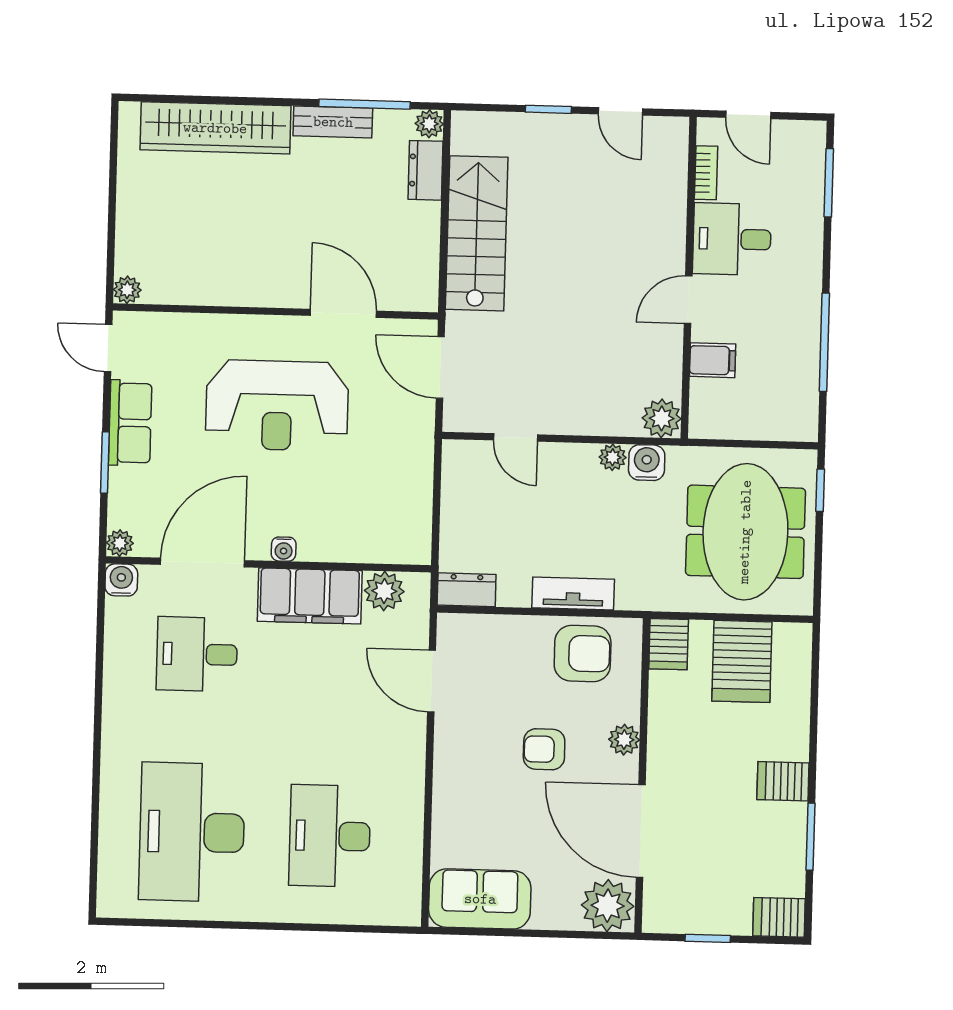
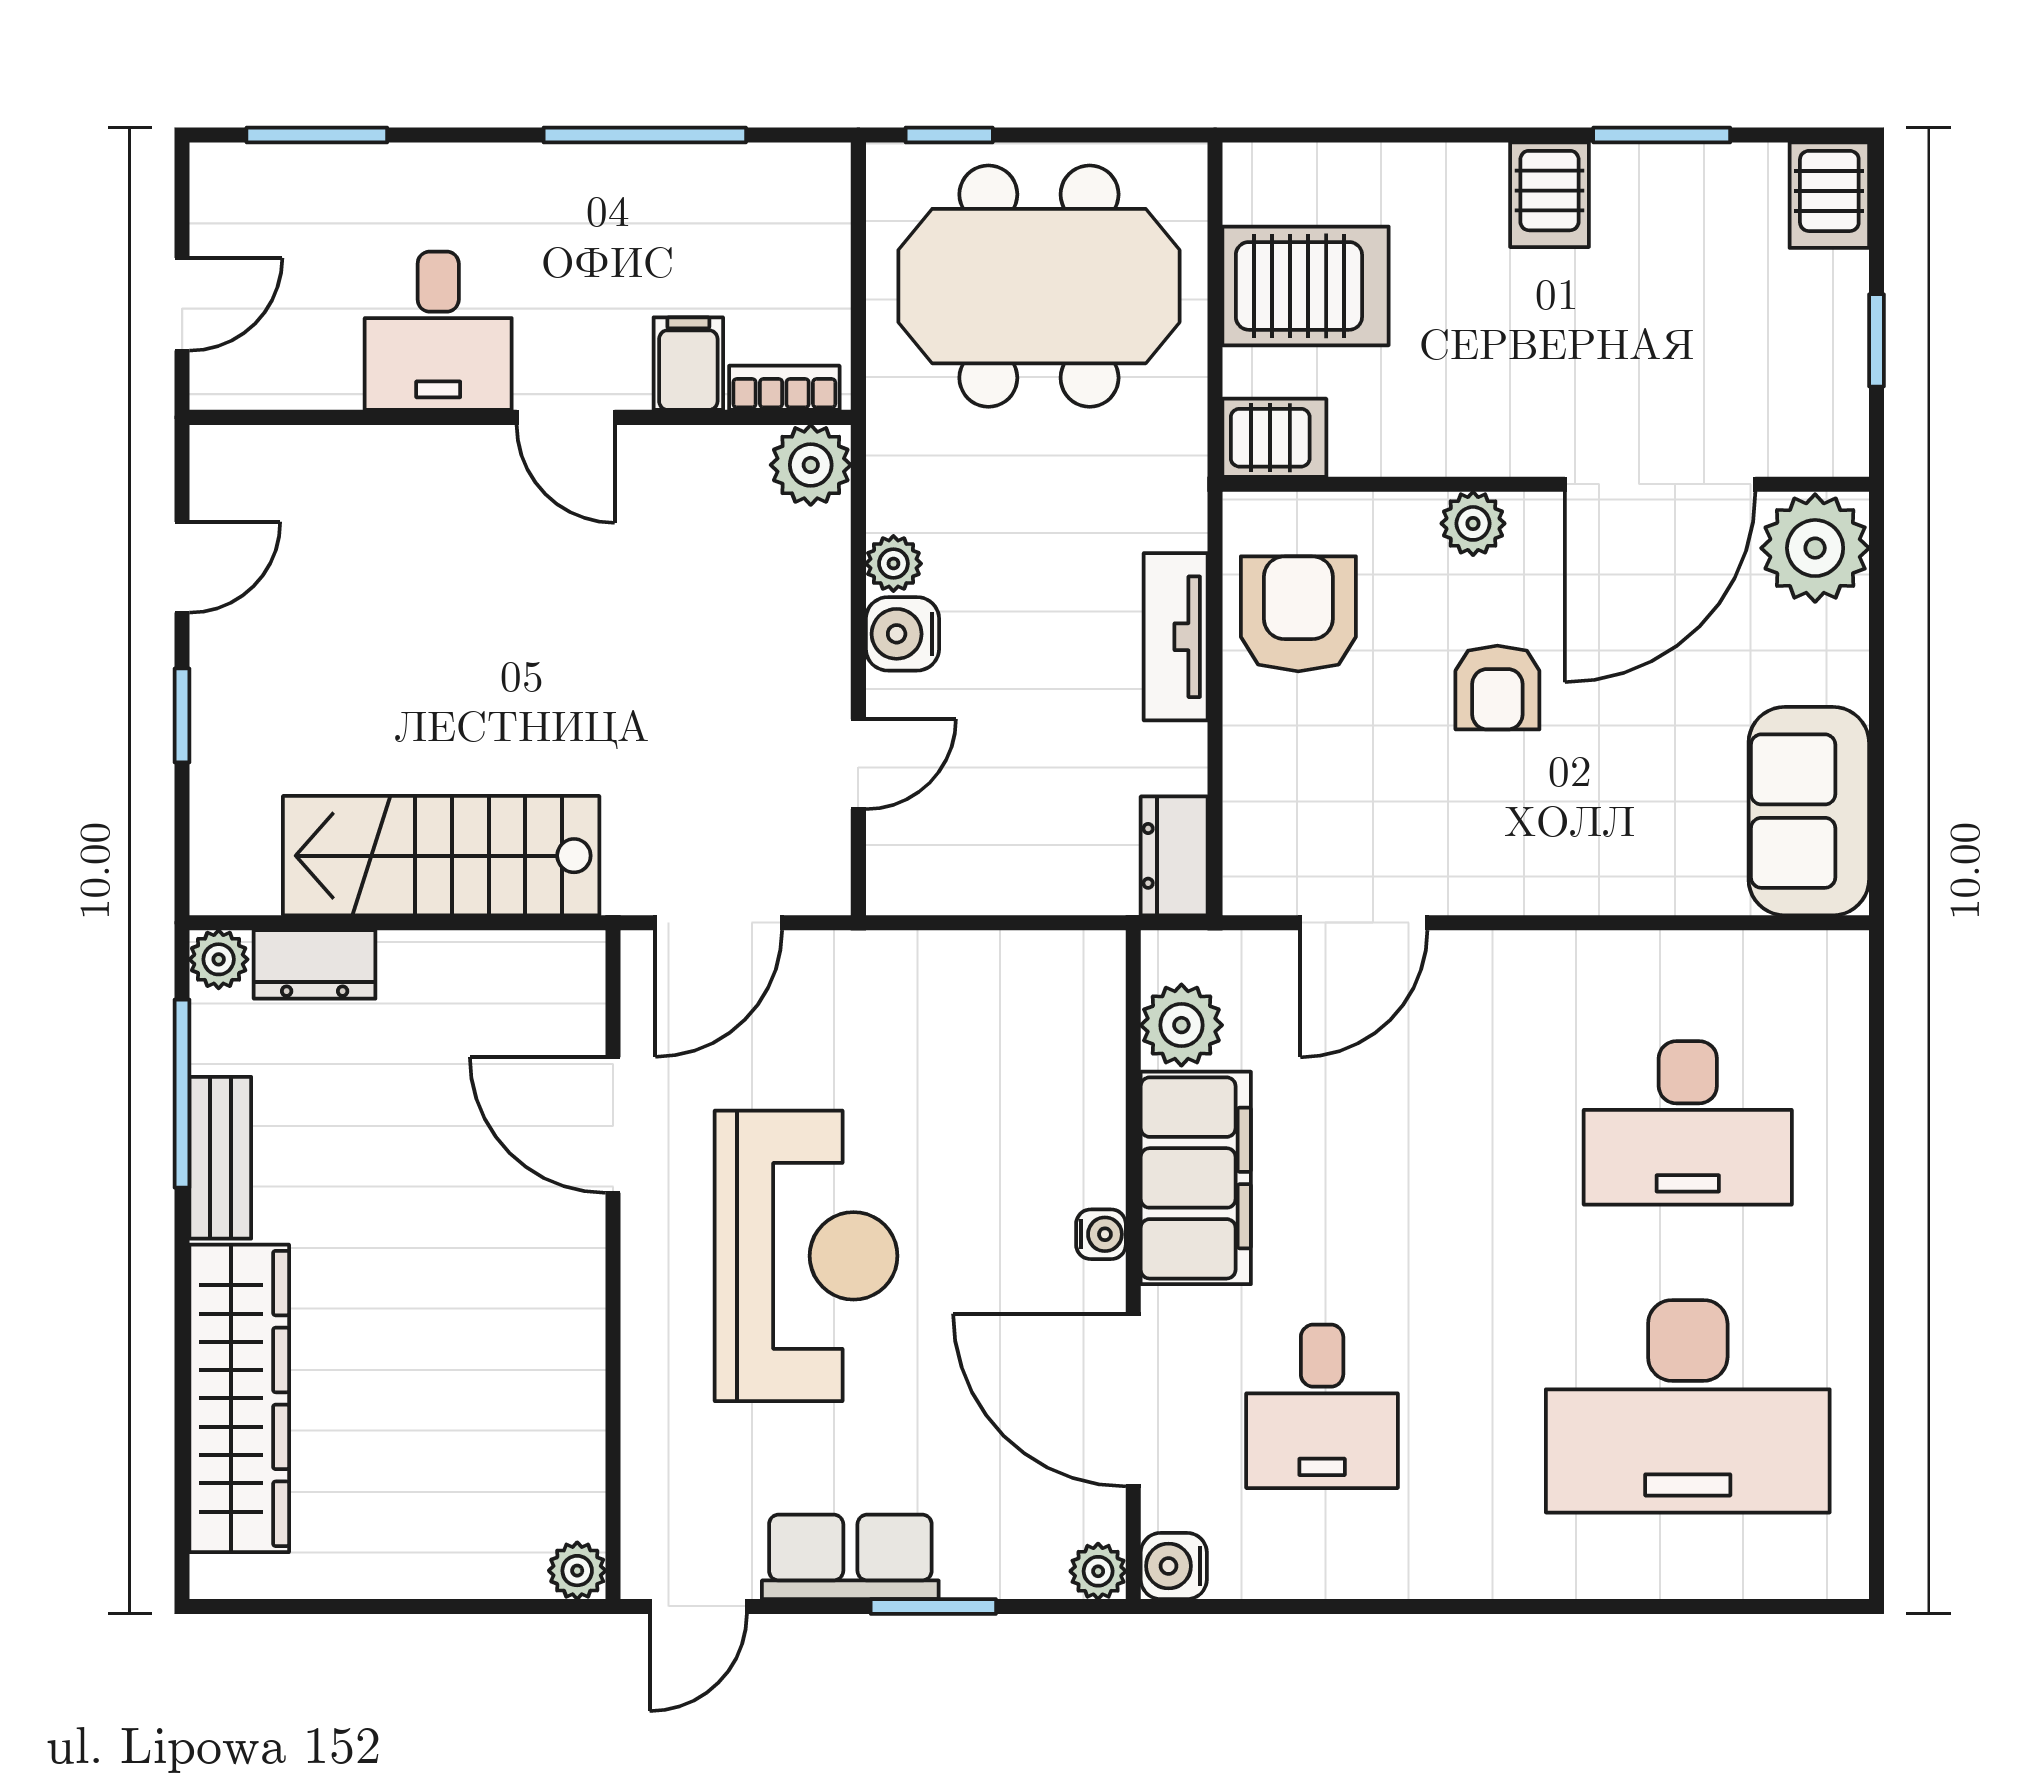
bookcase: (706, 173) -> (784, 388), moved
door: (343, 313) -> (613, 1125), hinge flipped
water cooler: (647, 463) -> (902, 634), moved

